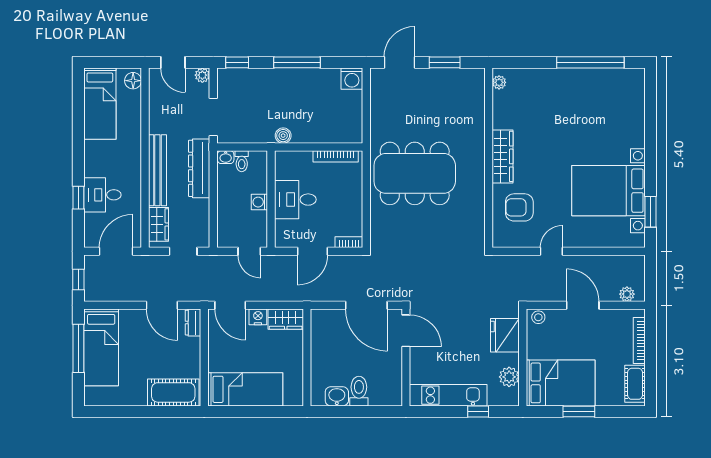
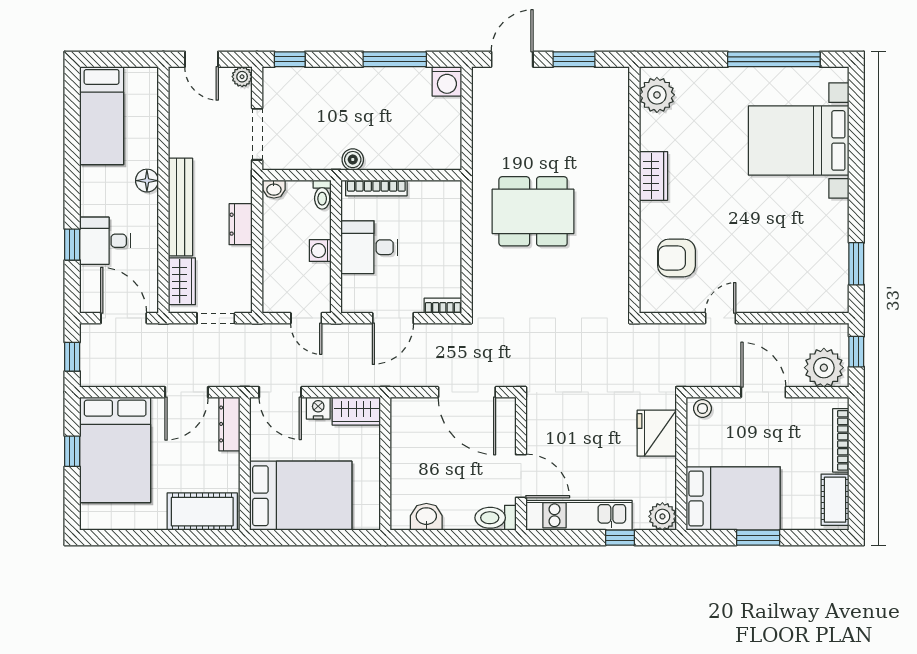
window: (297, 62) -> (395, 59), moved
floor lamp: (133, 81) -> (147, 181), moved
plant: (499, 82) -> (657, 95), width x1.88, depth x1.88
bookcase: (336, 156) -> (376, 188), moved
wardrobe: (503, 156) -> (653, 176), width x0.67
toilet: (242, 161) -> (322, 195), moved
dresser: (199, 168) -> (241, 224), width x0.51, depth x0.80
dining table: (415, 173) -> (533, 211), width x0.73, depth x0.80
bed with nightstands: (609, 191) -> (799, 140), moved
door: (116, 251) -> (124, 318), hinge flipped
window: (651, 276) -> (856, 352), added
plant: (627, 294) -> (824, 368), width x1.87, depth x1.87
door: (162, 305) -> (187, 392), hinge flipped
dresser: (193, 323) -> (229, 424), width x1.44
door: (406, 331) -> (521, 476), moved
bed: (101, 347) -> (115, 450), width x1.50
window: (78, 348) -> (72, 451), width x0.46
plant: (509, 377) -> (662, 516), moved
bed: (245, 389) -> (301, 496), width x1.50
toilet: (359, 391) -> (495, 518), moved, turned -90

